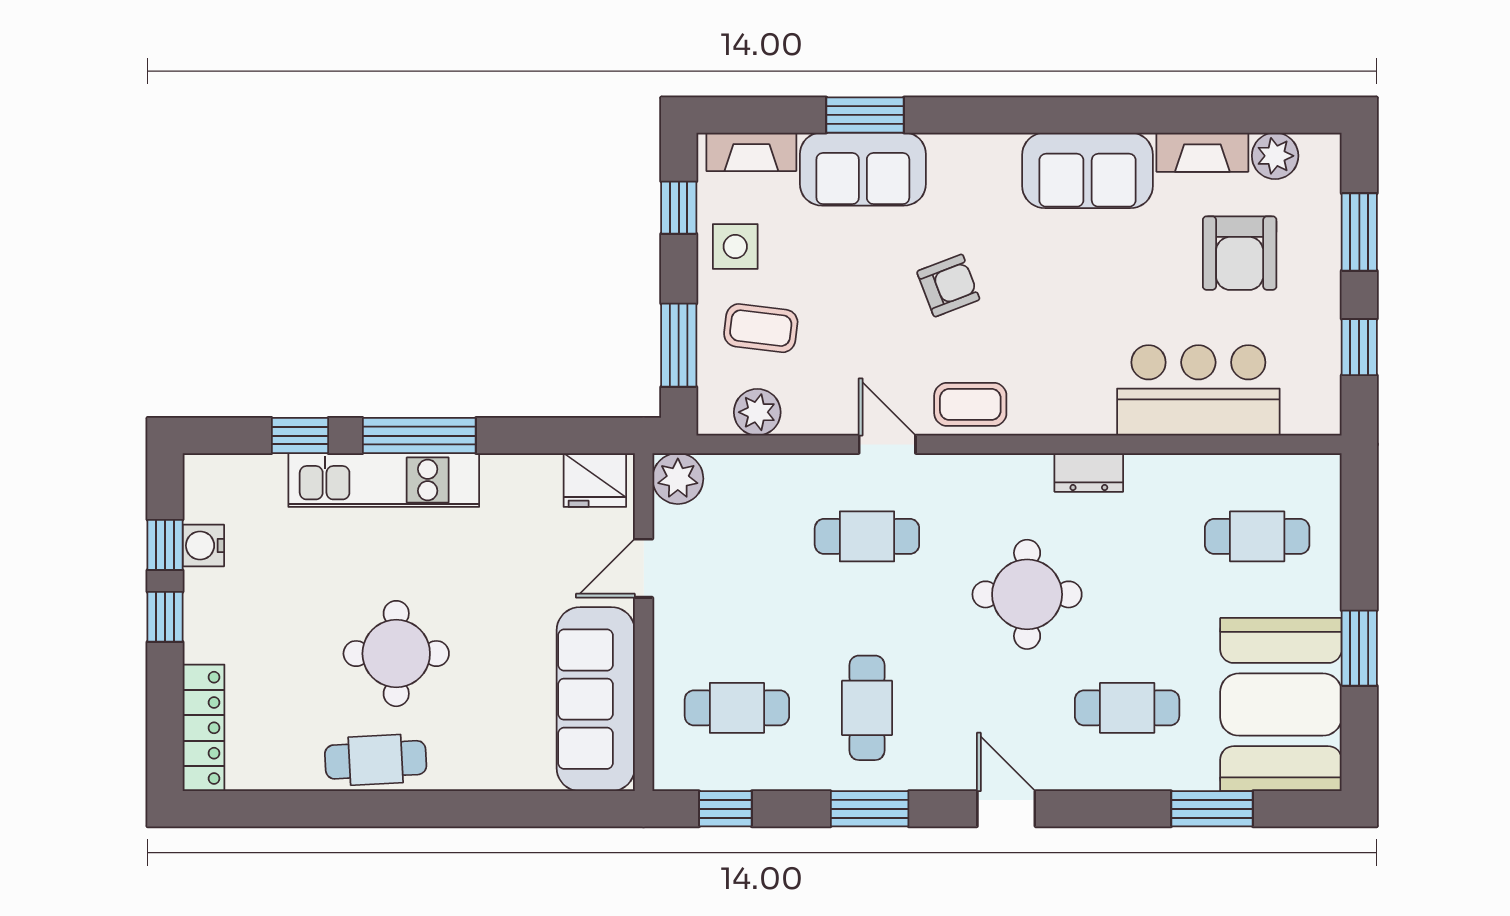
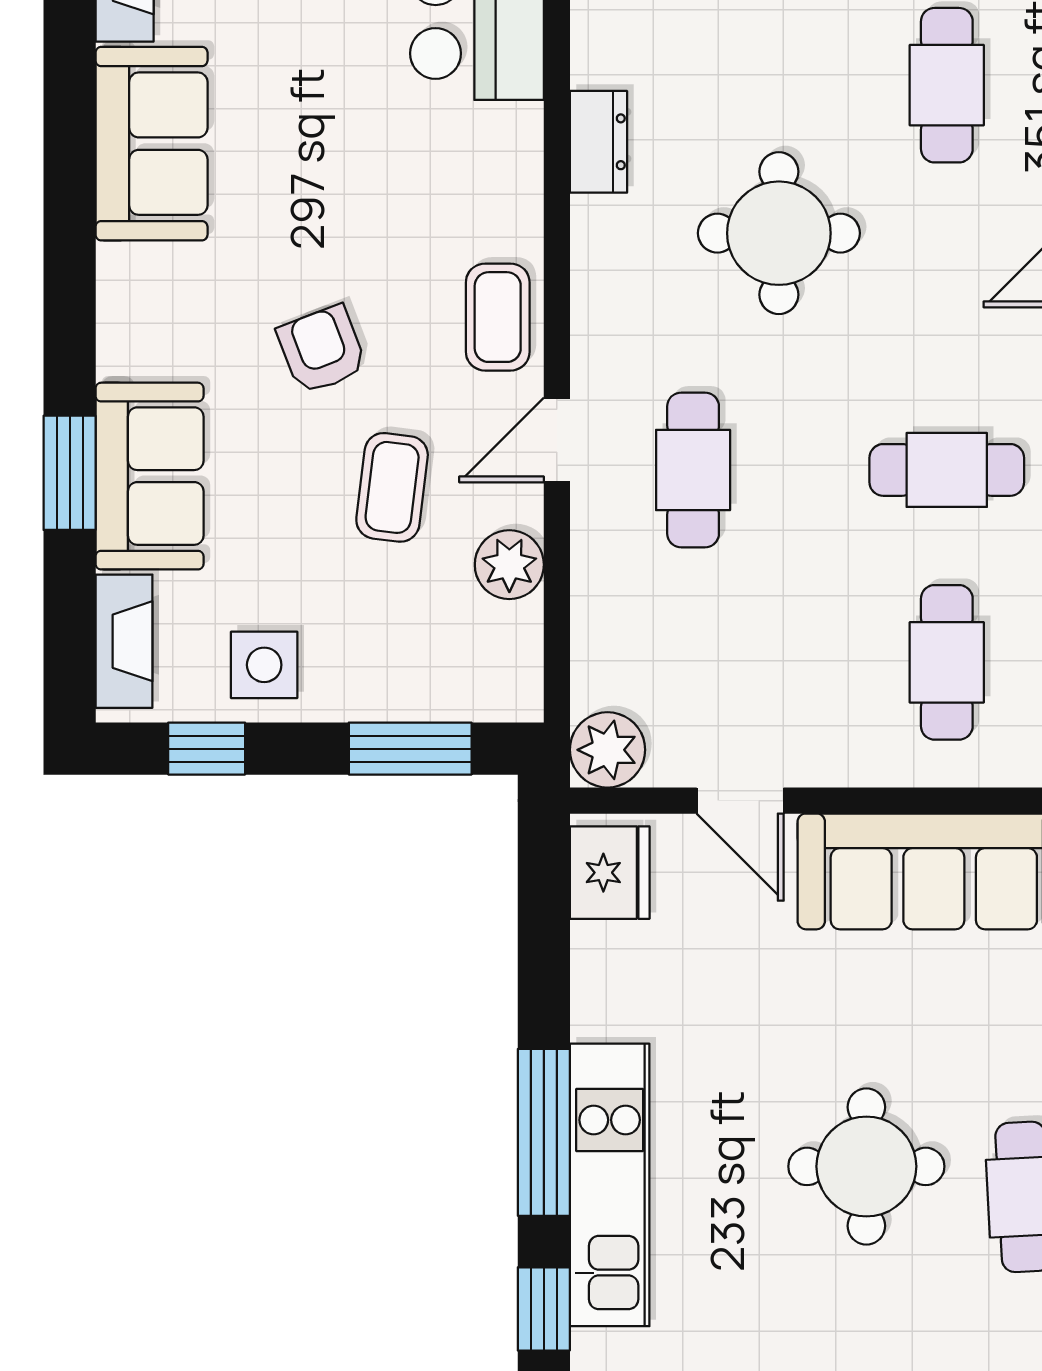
coffee table: (761, 328) -> (392, 487), moved
plant: (757, 412) -> (509, 565), moved

